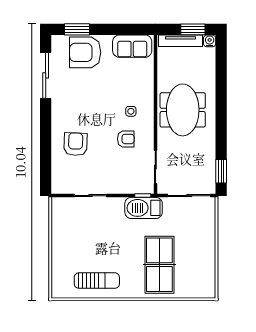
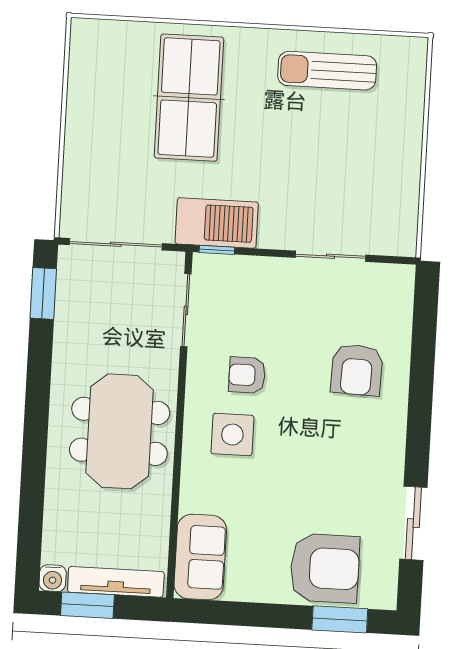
sofa: (132, 46) -> (200, 557), moved, turned 90
sliding door: (46, 75) -> (413, 523), width x0.73
side table: (131, 111) -> (232, 435), width x1.87, depth x1.87

